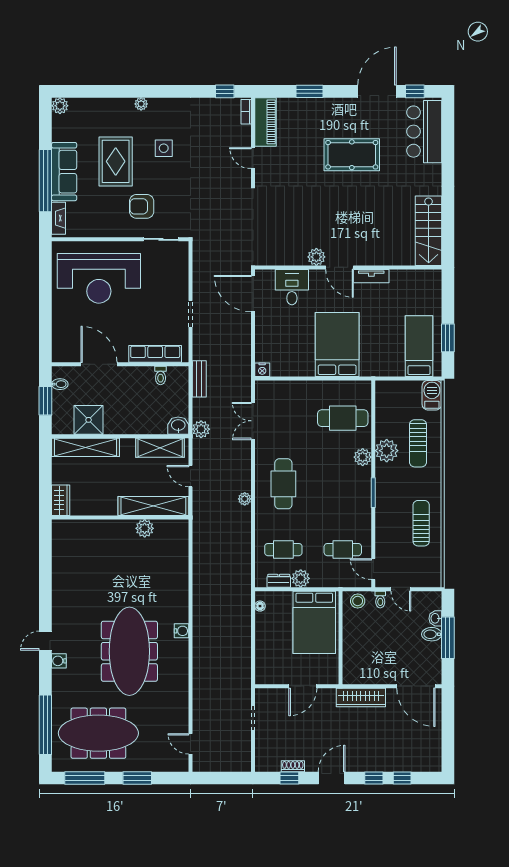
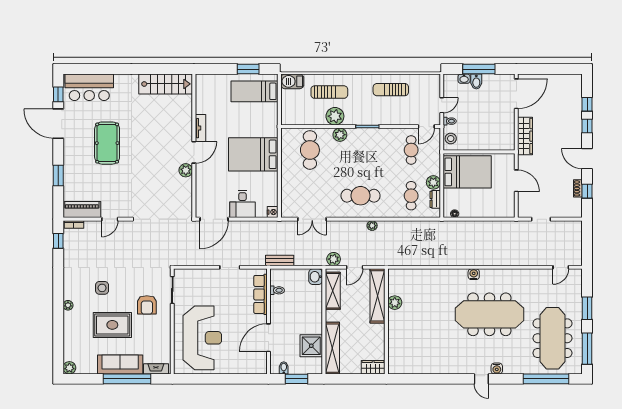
desk: (292, 287) -> (242, 204), moved, turned -90
plant: (201, 429) -> (334, 259), moved

